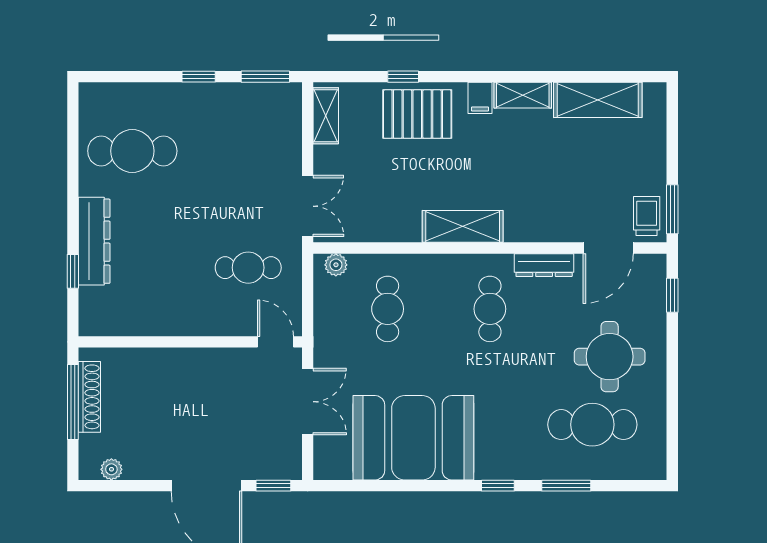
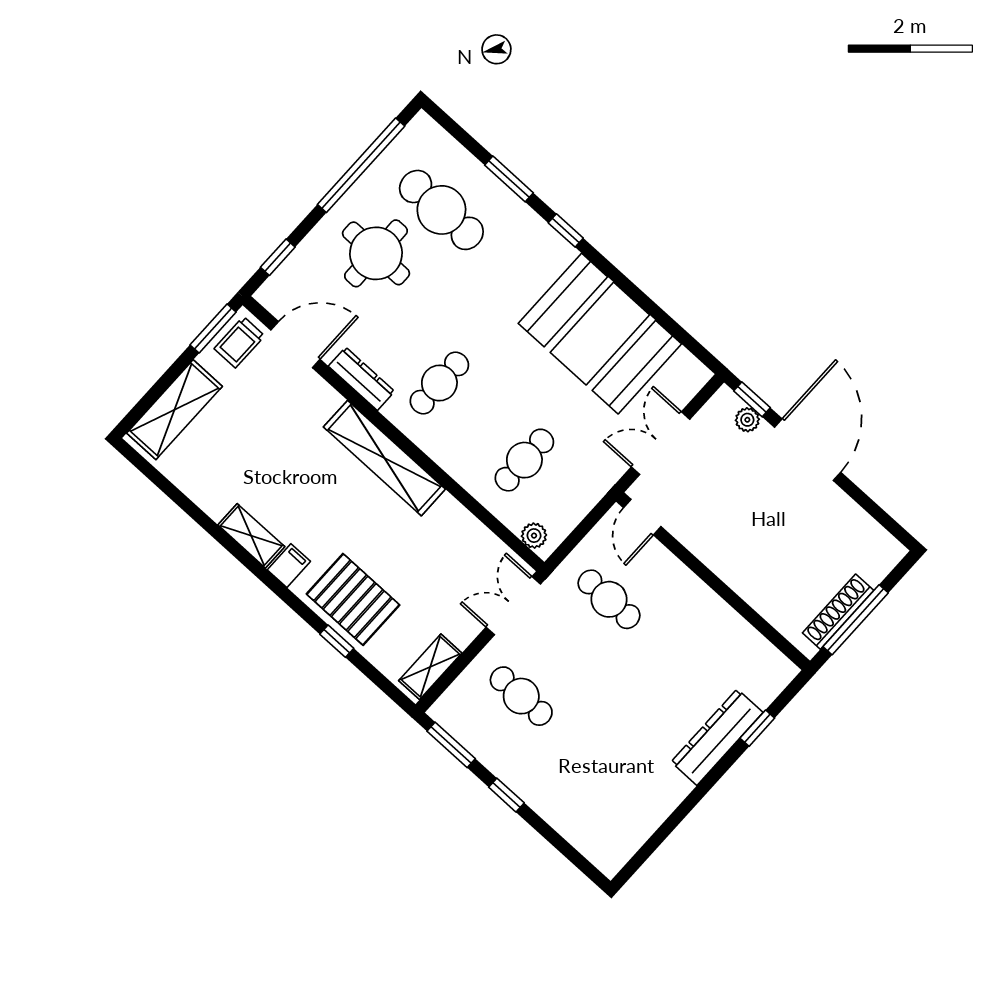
shelving: (598, 100) -> (175, 410), moved, turned 90
cafe table: (132, 151) -> (521, 696), moved, width x0.73, depth x0.74
shelving: (463, 226) -> (384, 458), width x1.47
window: (672, 406) -> (361, 165), added
plant: (111, 469) -> (747, 420), moved

